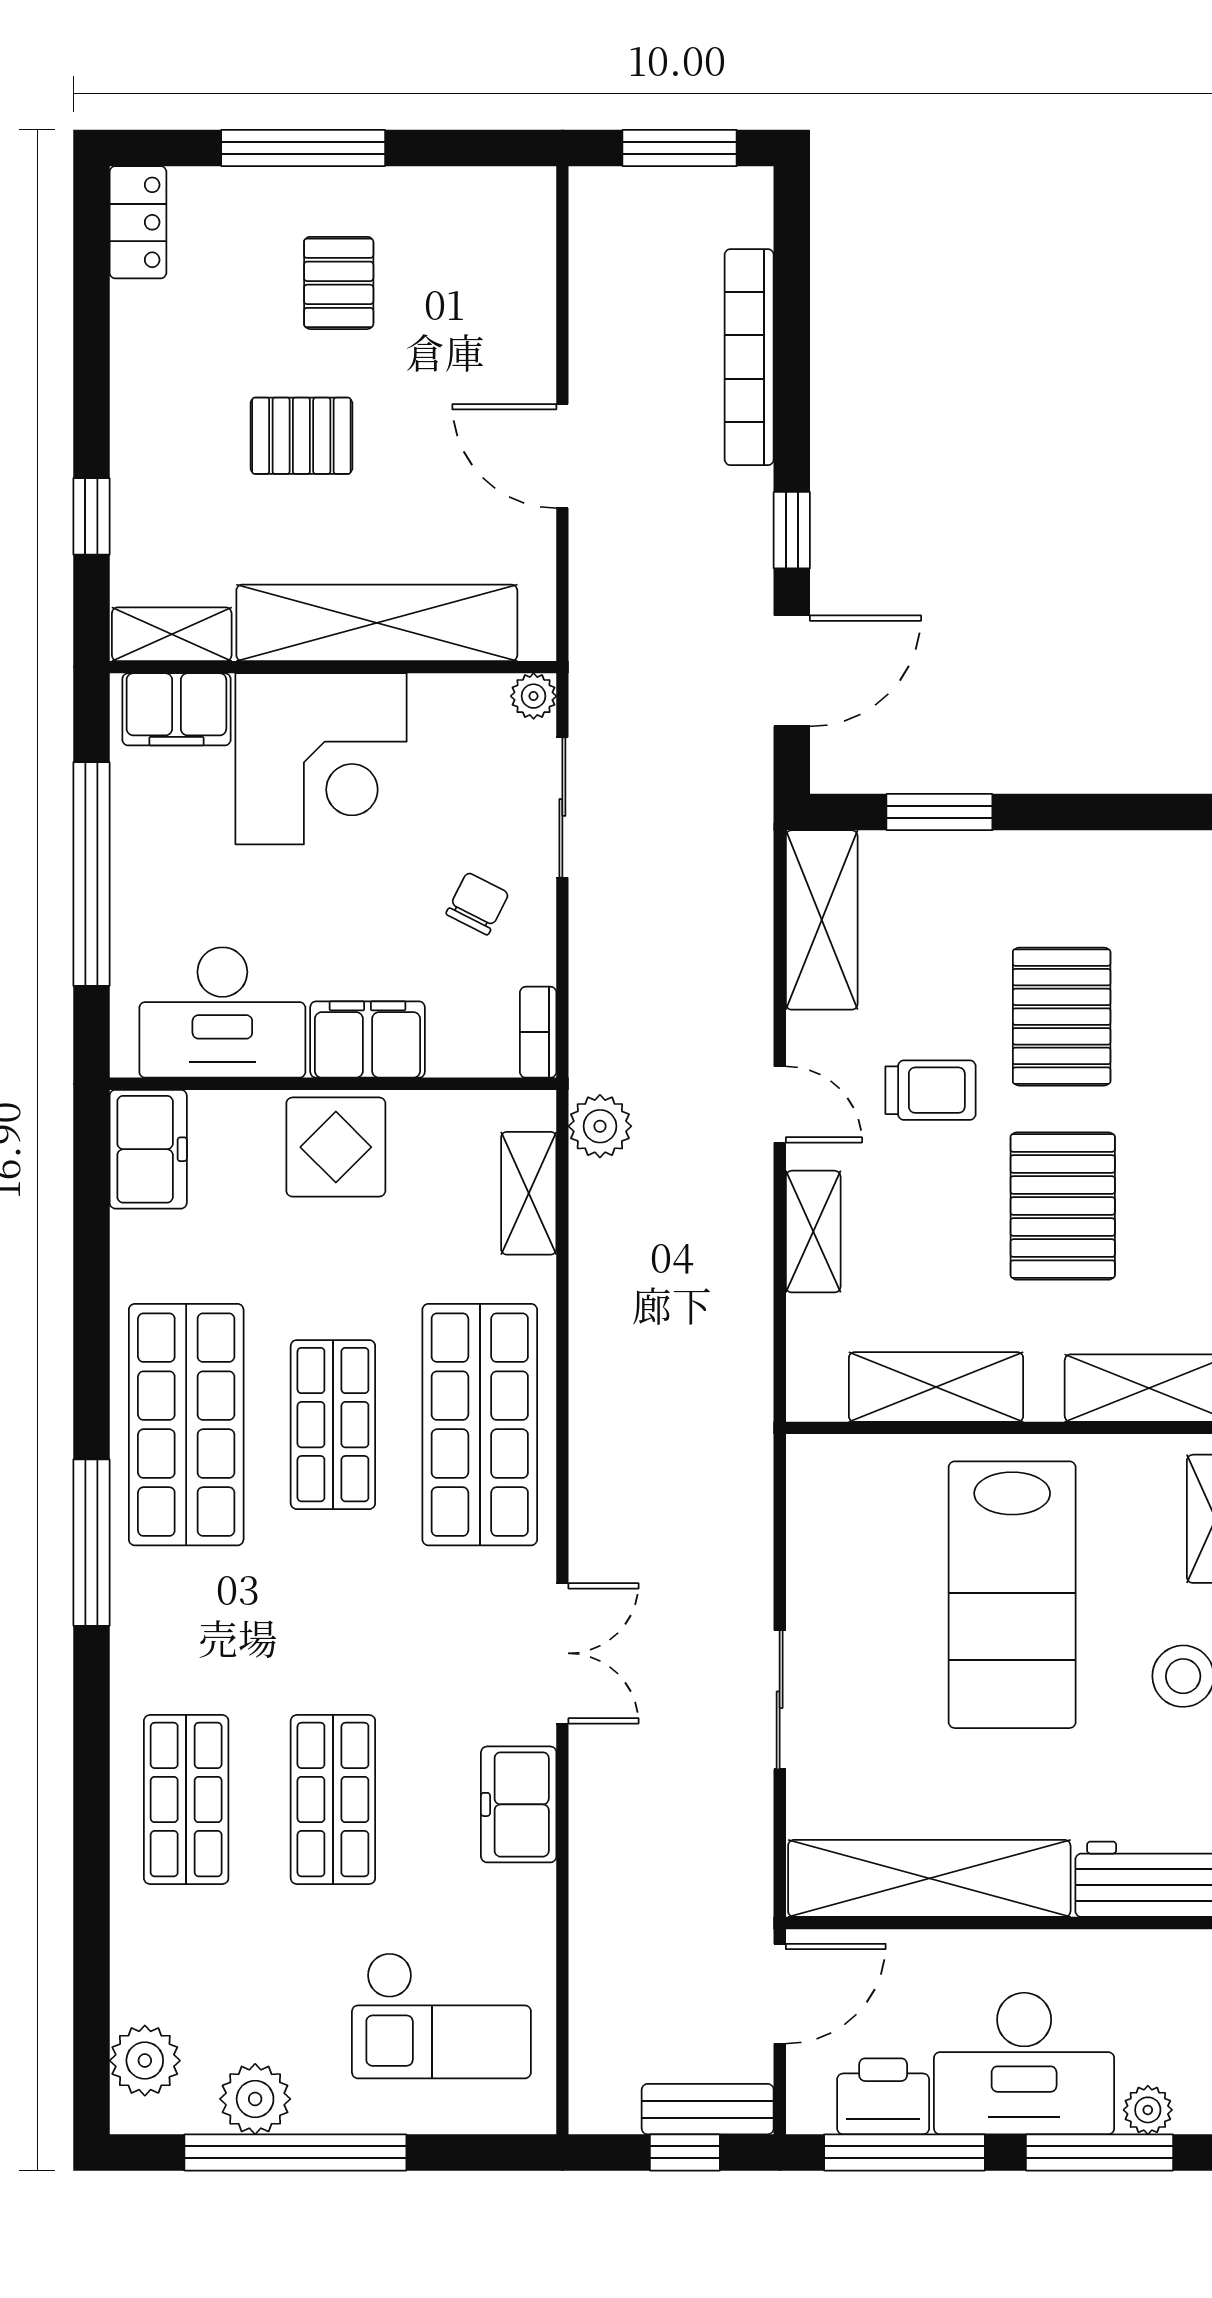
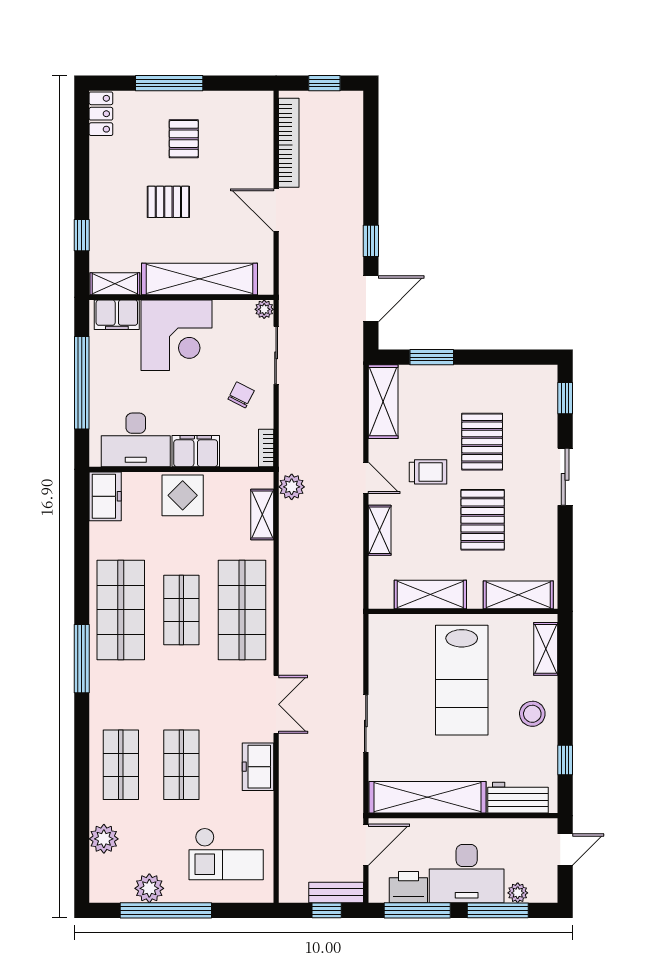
window: (680, 148) -> (324, 83), width x0.67
bookcase: (749, 357) -> (289, 143), moved, turned 180
plant: (145, 2061) -> (104, 839), moved

